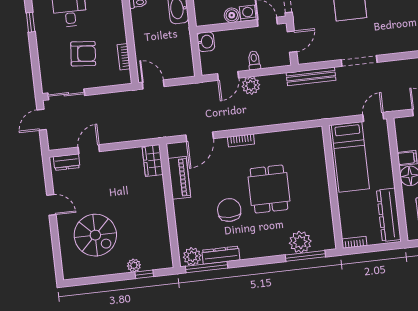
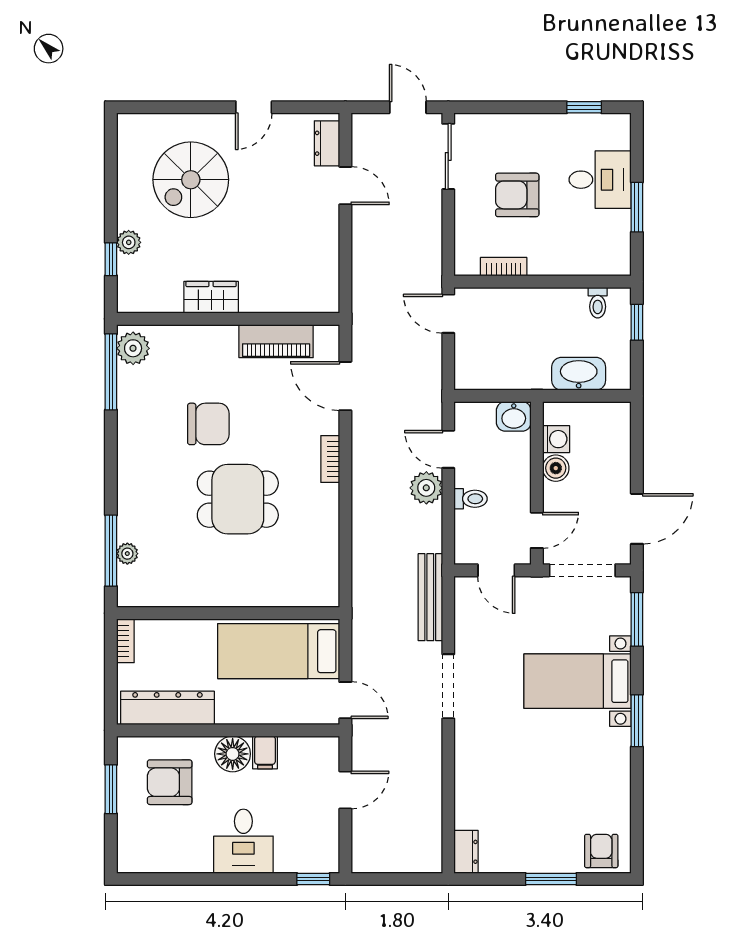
washing machine: (248, 13) -> (556, 439), moved
armchair: (83, 54) -> (517, 195), turned 85
door: (153, 84) -> (448, 314), swing flipped
wardrobe: (153, 161) -> (211, 297), moved
plant: (300, 242) -> (127, 554), width x0.53, depth x0.53
dresser: (221, 255) -> (130, 400), removed

